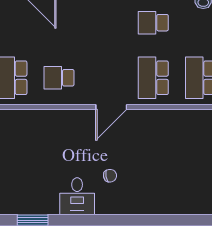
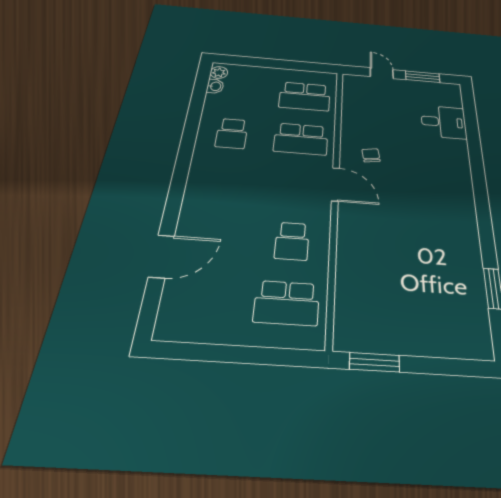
chair: (110, 176) -> (371, 155), moved
desk: (77, 196) -> (444, 122), moved

